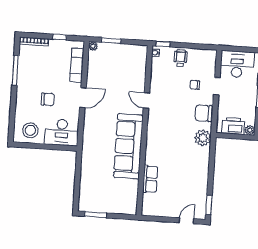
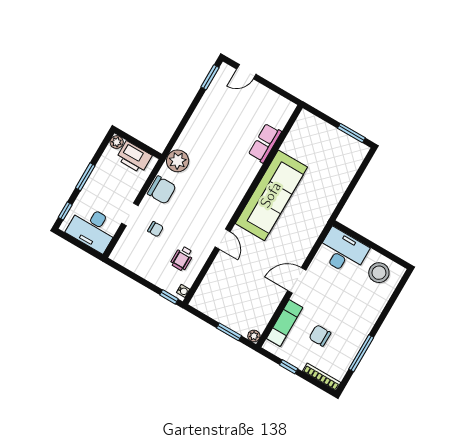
wheelchair: (181, 58) -> (182, 258), moved
chair: (48, 99) -> (320, 336), moved

